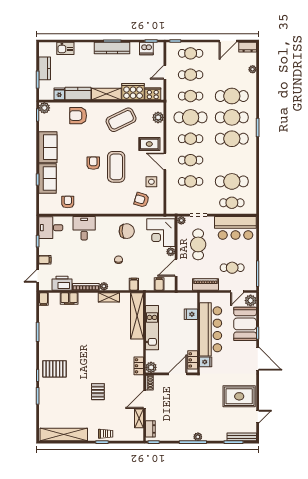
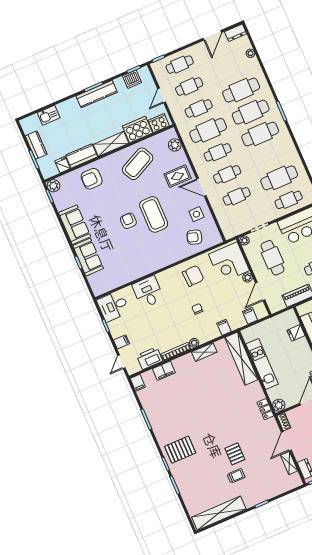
armchair: (68, 202) -> (119, 272), removed
trolley: (106, 434) -> (236, 476), moved

